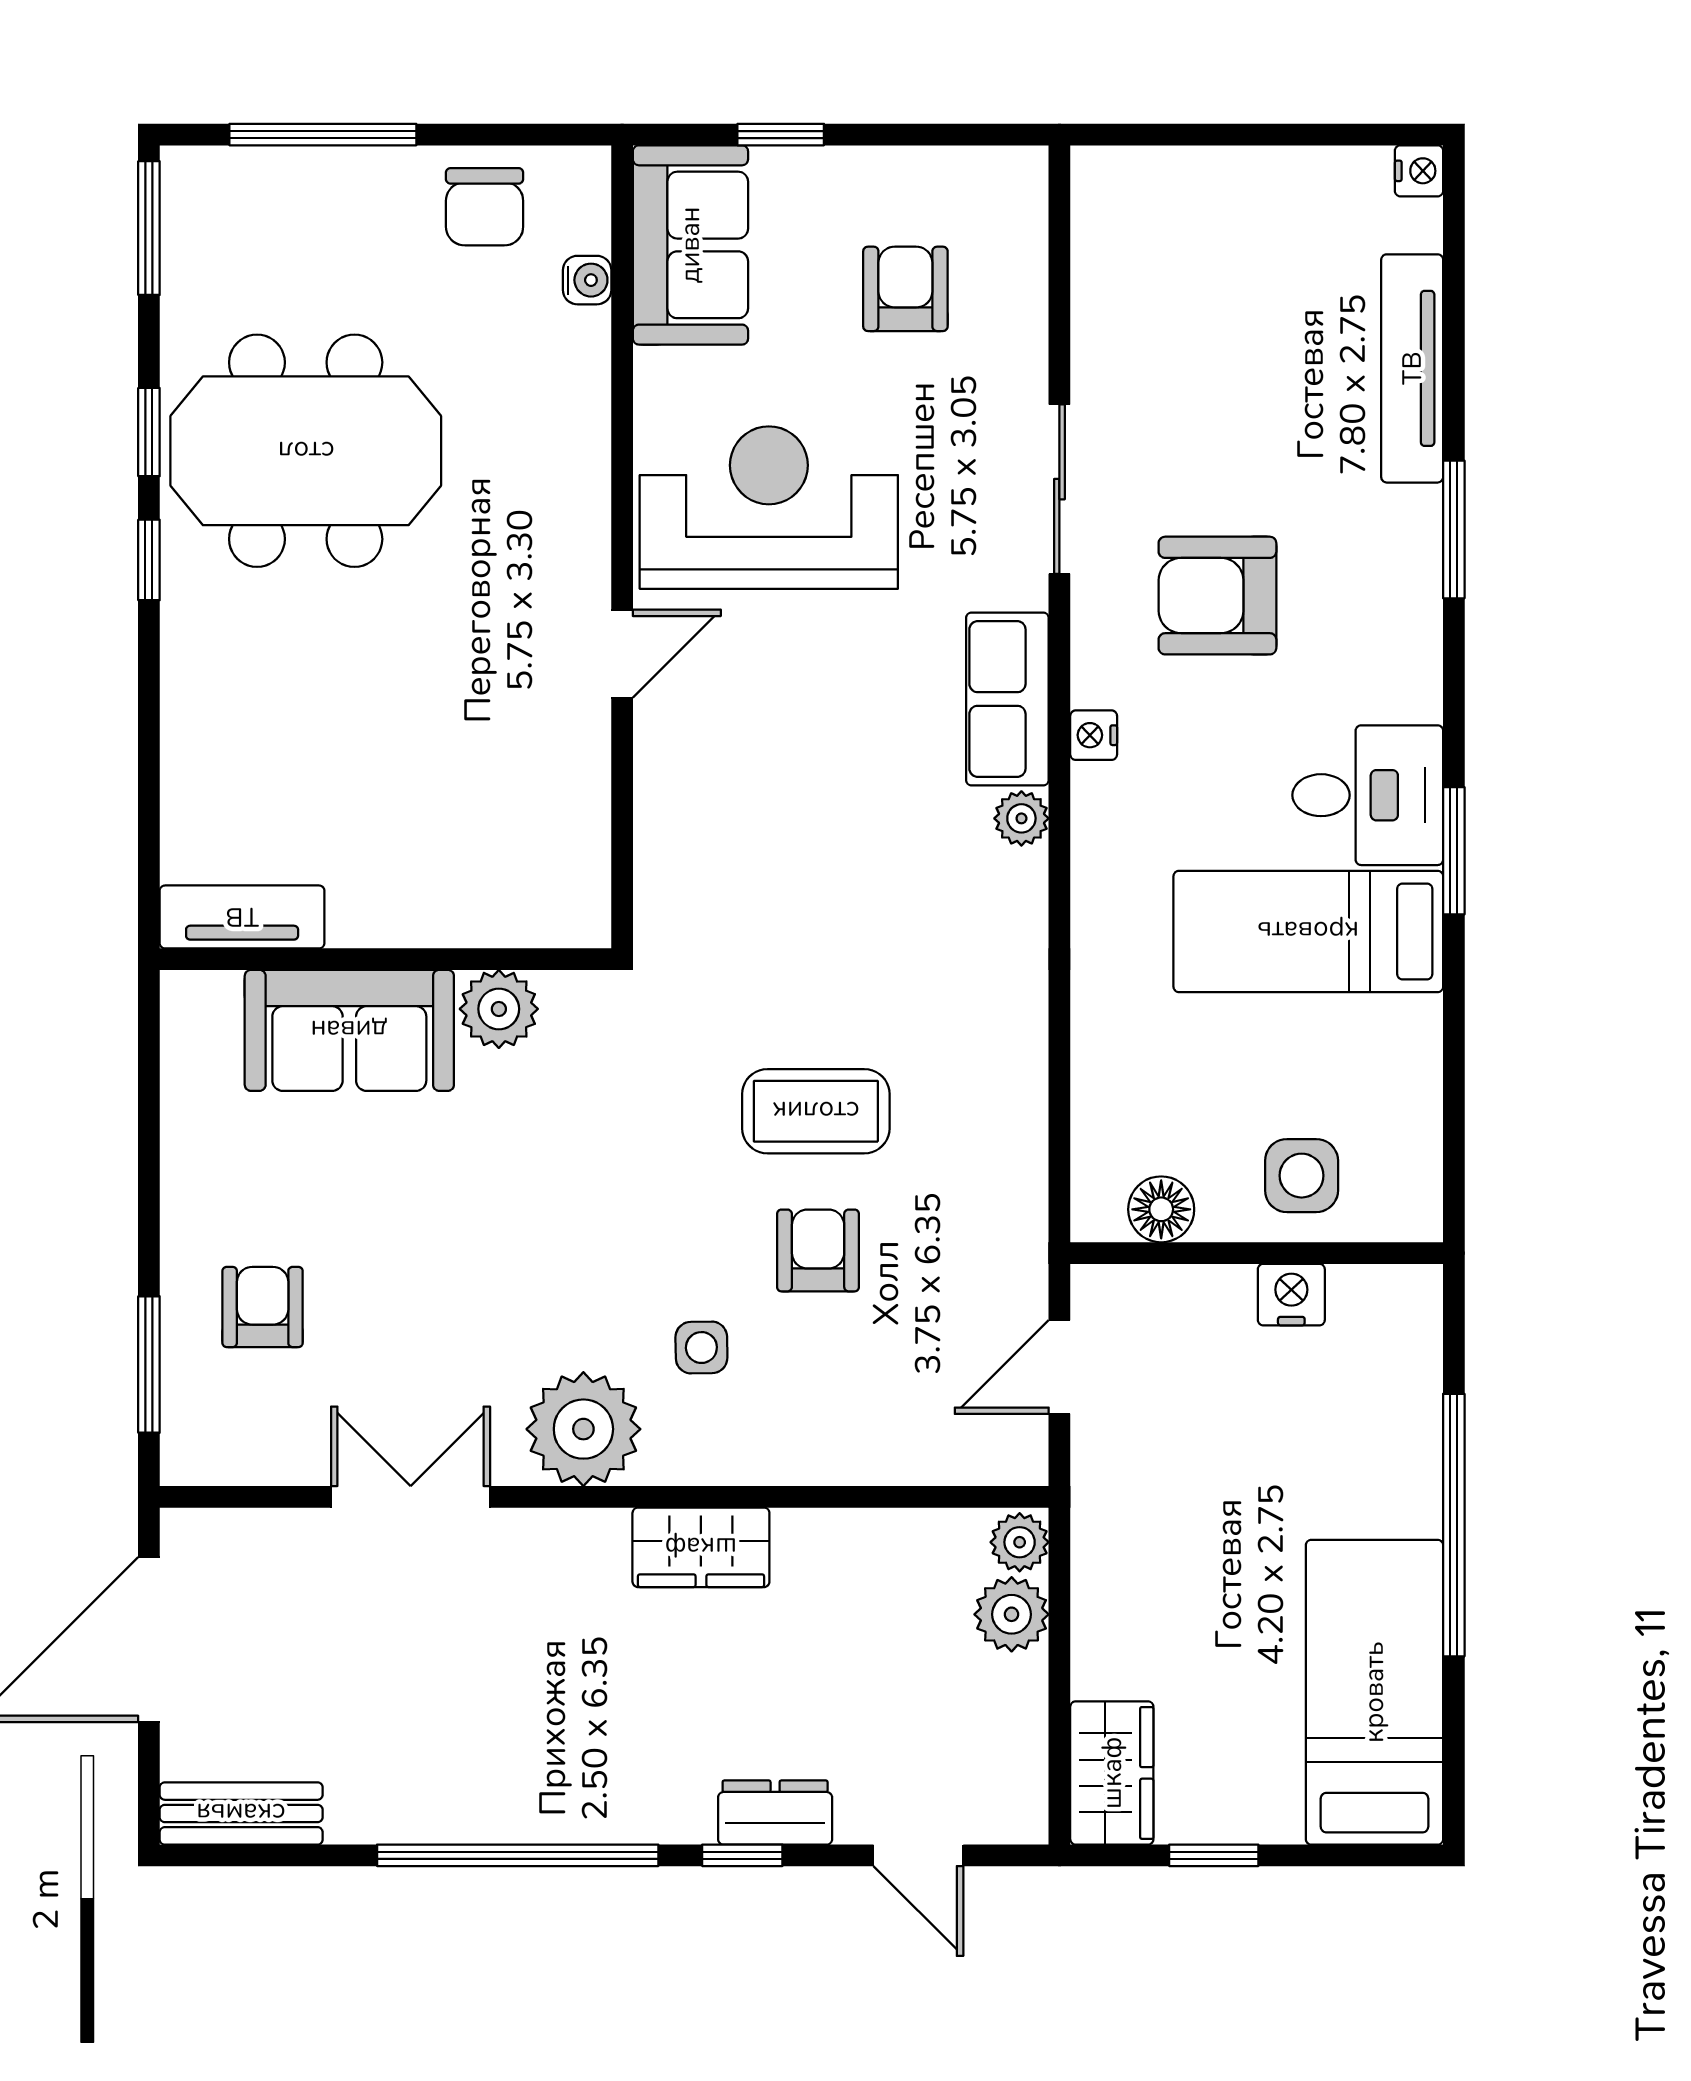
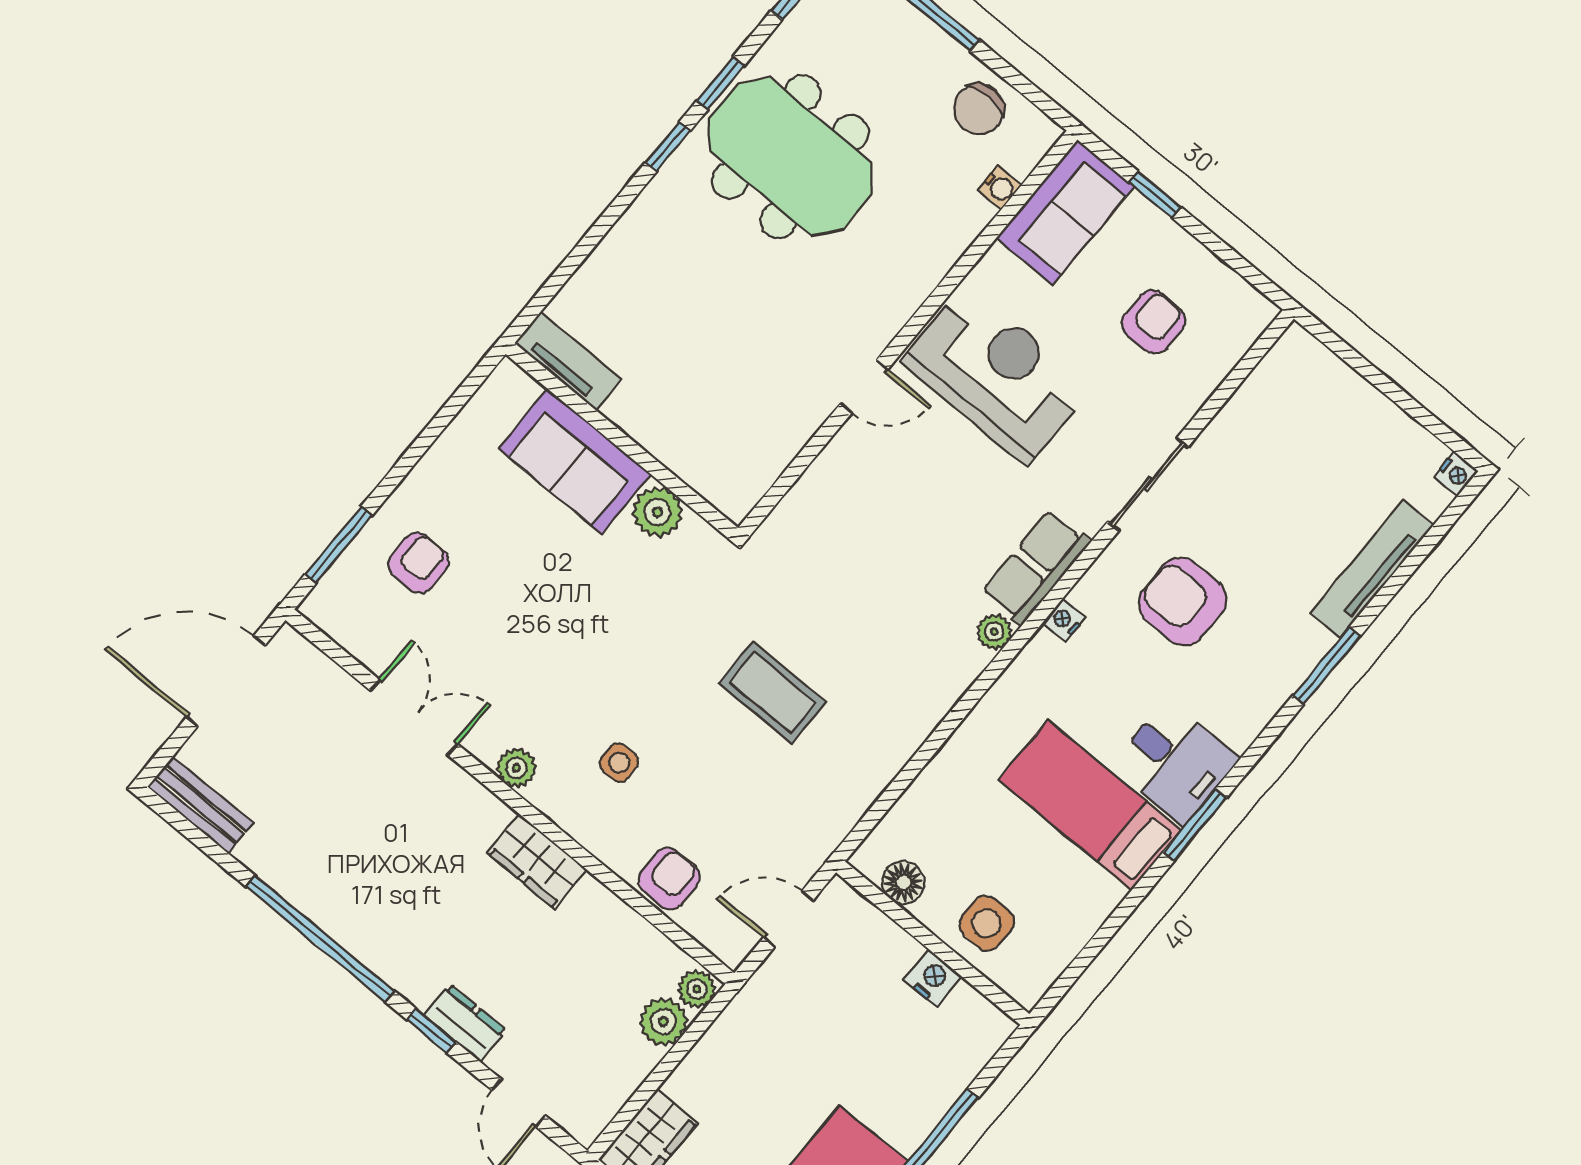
armchair: (818, 1250) -> (669, 878), moved
plant: (583, 1429) -> (516, 768), width x0.53, depth x0.53

